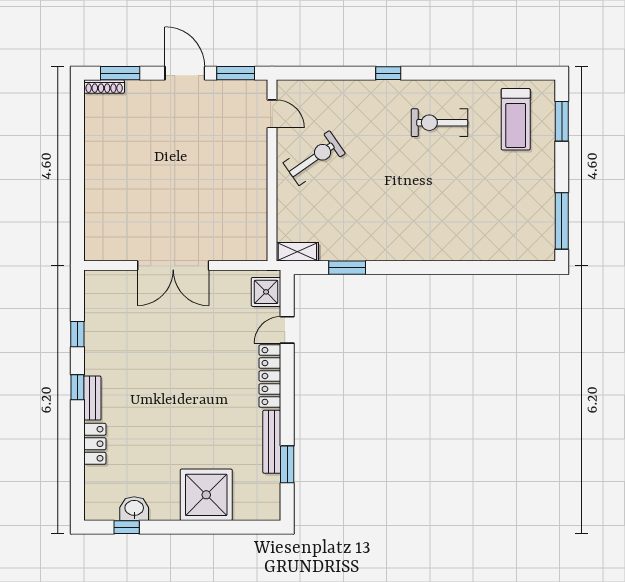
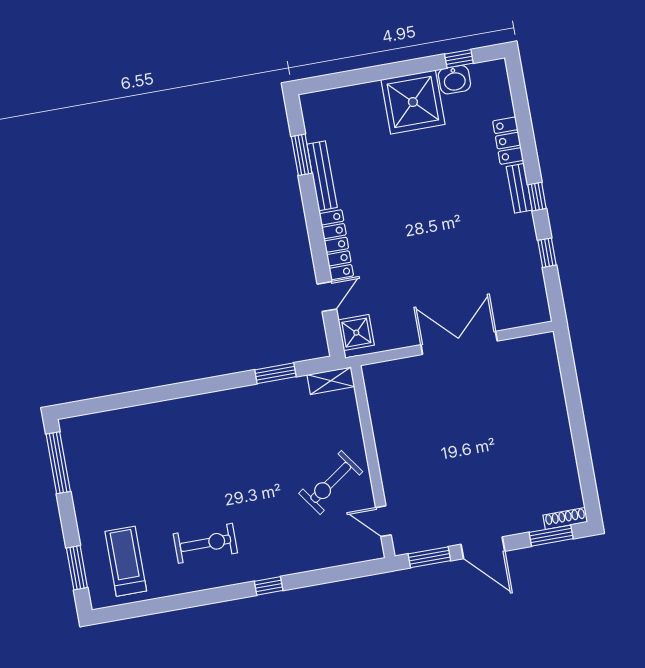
shower: (206, 495) -> (413, 102), moved

